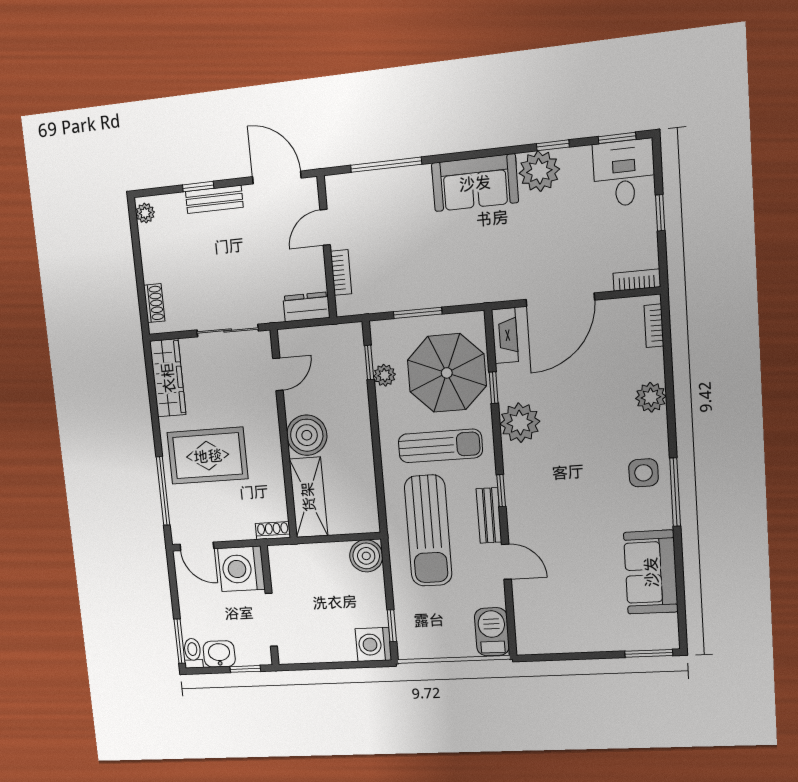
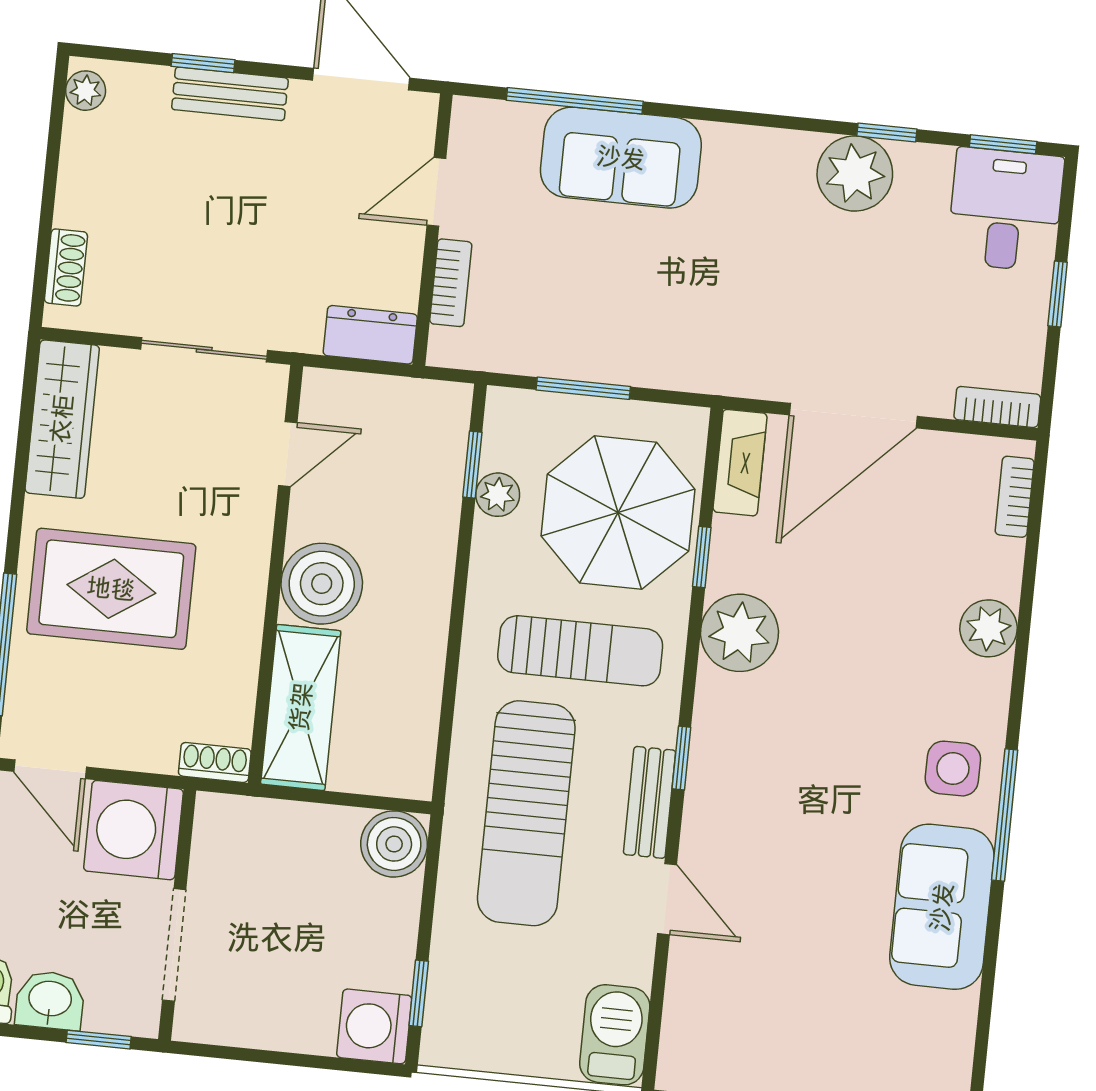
sofa: (475, 183) -> (621, 158), moved
sofa: (651, 572) -> (942, 907), moved

